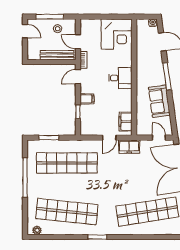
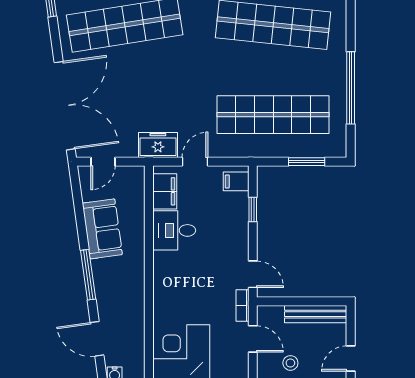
door: (25, 31) -> (351, 359), hinge flipped
bench: (57, 55) -> (316, 314), moved
door: (78, 77) -> (253, 274), hinge flipped
desk: (120, 78) -> (174, 230), moved
filing cabinet: (87, 99) -> (236, 181), moved
door: (159, 138) -> (103, 162), hinge flipped

